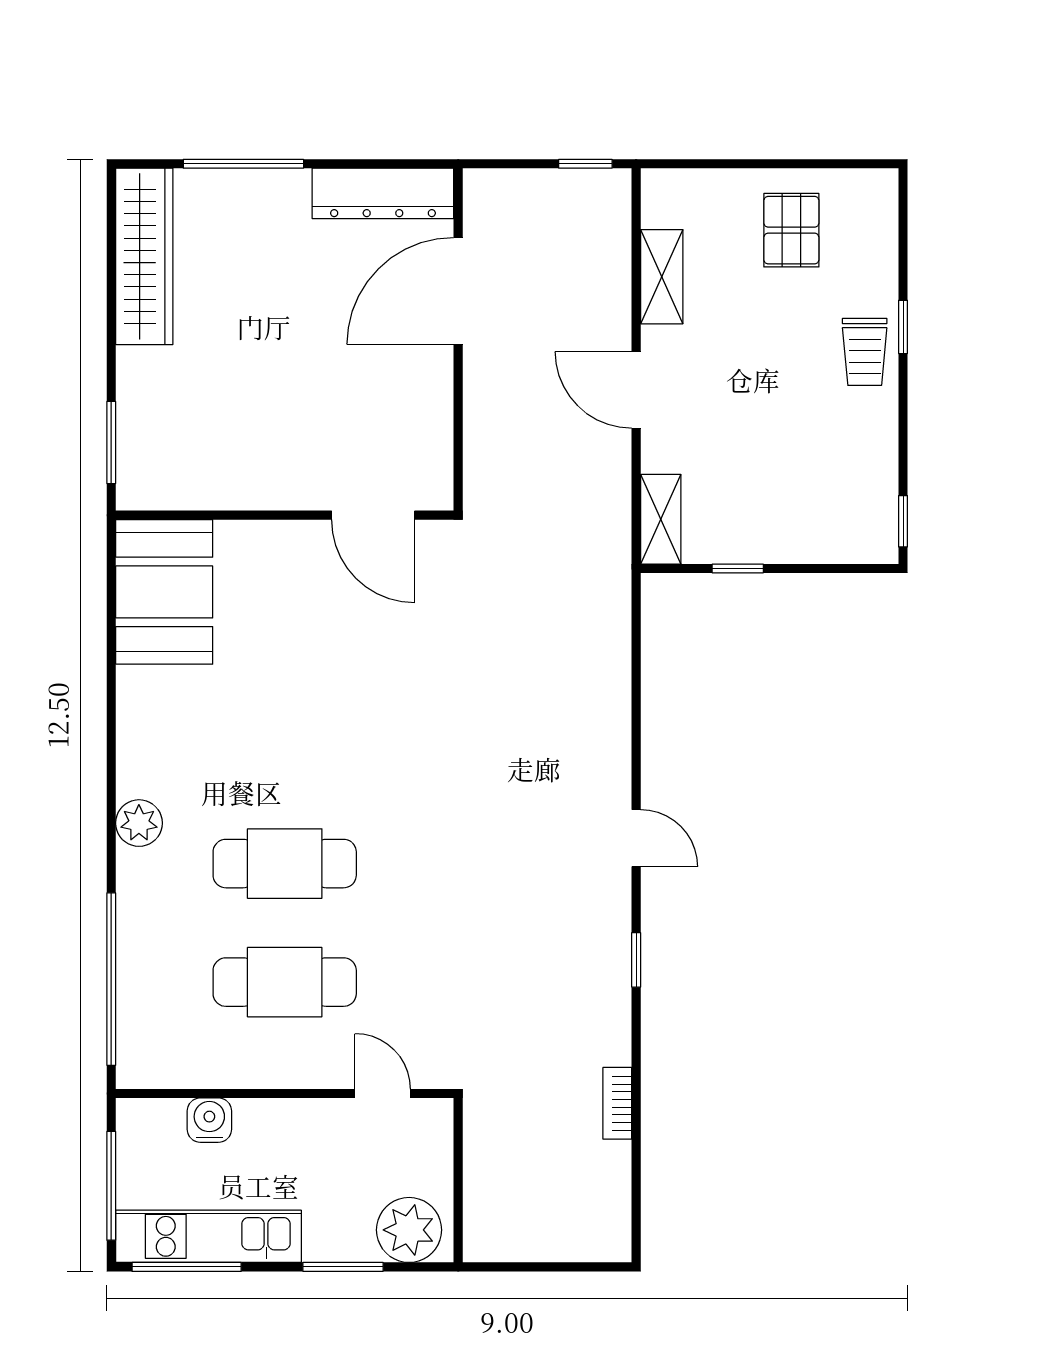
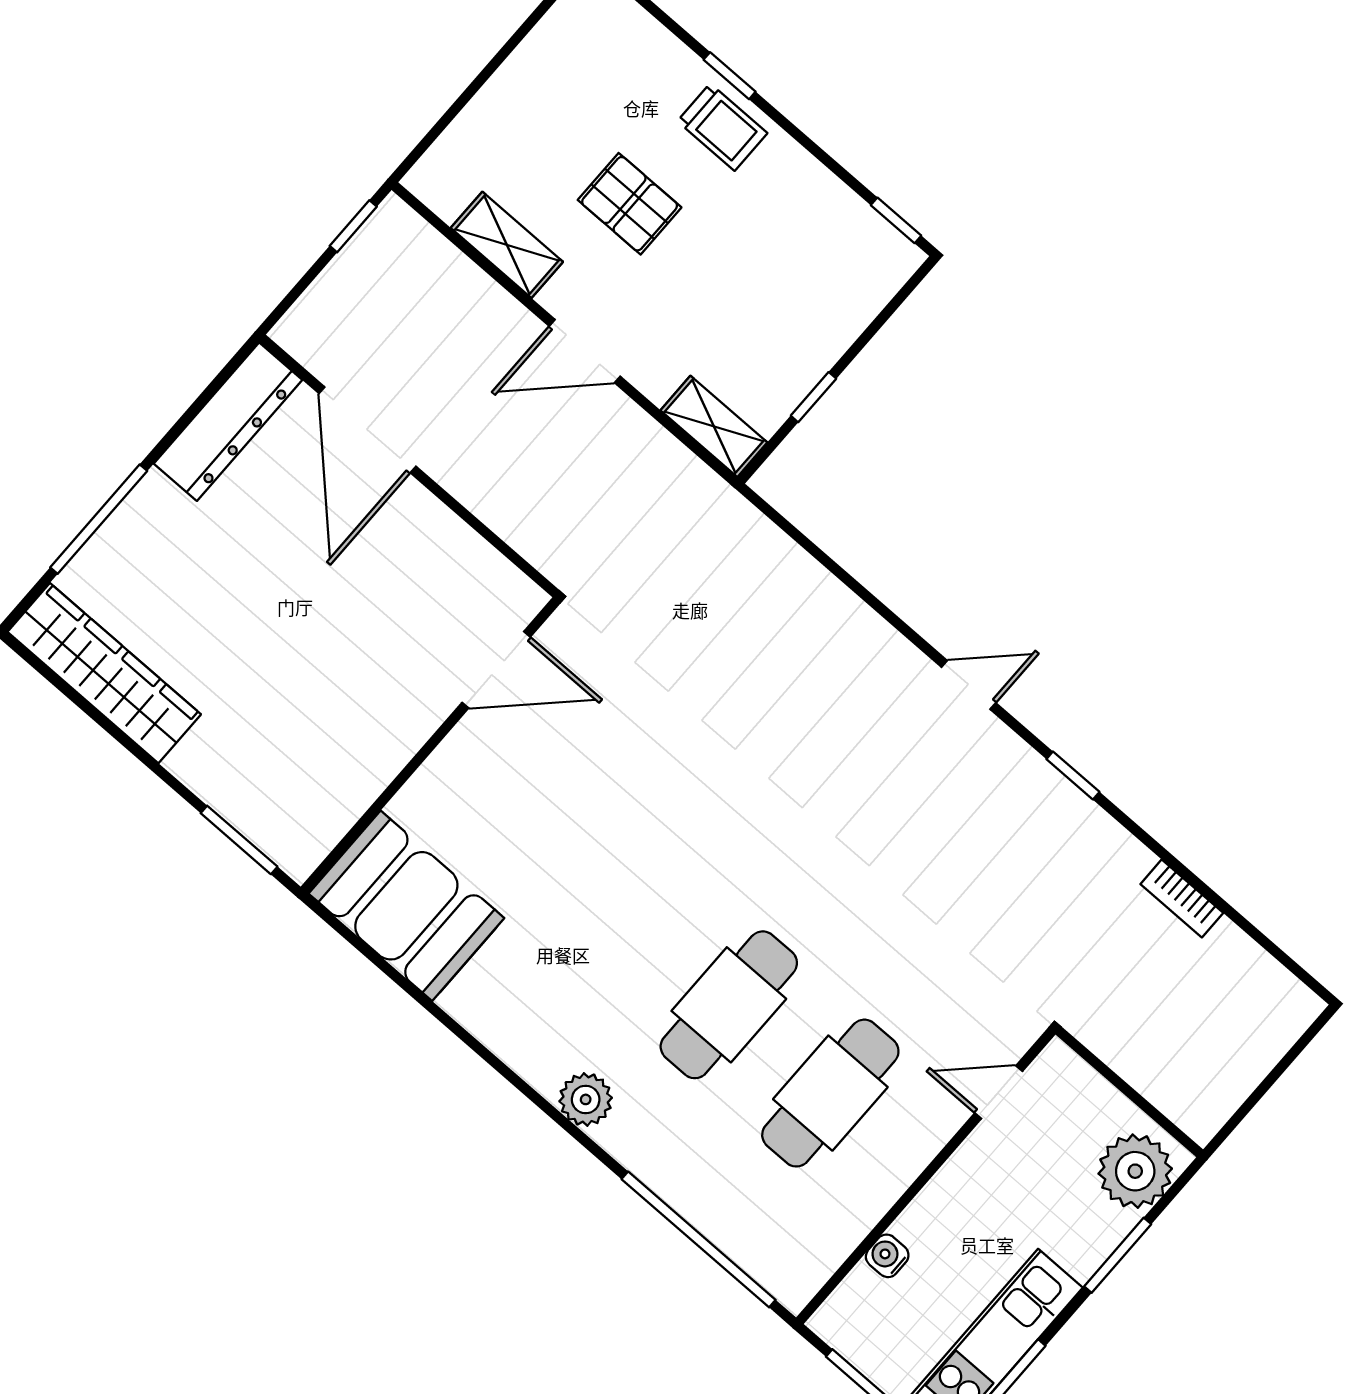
pallet: (791, 230) -> (630, 204), moved
water cooler: (209, 1120) -> (887, 1256), width x0.72, depth x0.72

